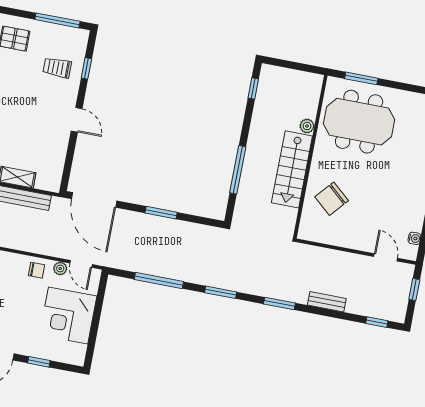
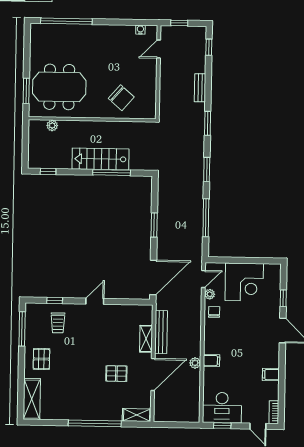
meeting table: (359, 122) -> (59, 87), turned 90
plant: (307, 126) -> (52, 126), moved
stairs: (292, 169) -> (101, 159), moved, turned 180

